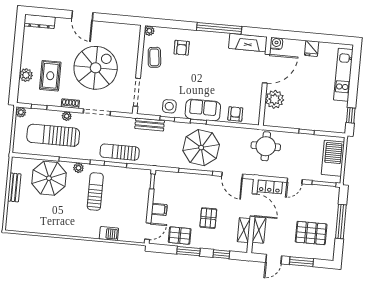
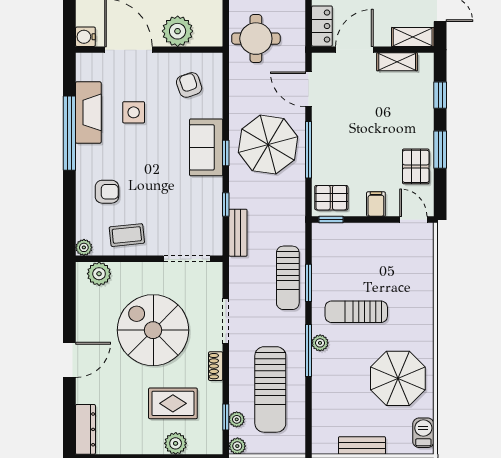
plant: (133, 38) -> (99, 274), added
fireplace: (248, 43) -> (88, 112), moved
side table: (169, 106) -> (134, 112), moved
armchair: (235, 114) -> (189, 85), moved, turned 71
plant: (67, 116) -> (237, 419), moved
door: (232, 175) -> (309, 89), swing flipped
parasol: (49, 178) -> (398, 378), moved
pallet: (208, 218) -> (331, 198), moved
shelving: (259, 230) -> (413, 37), moved
barbecue: (109, 234) -> (423, 433), moved

